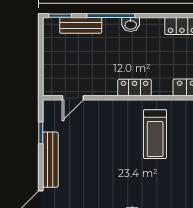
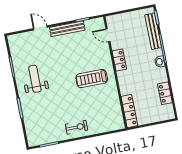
bench: (81, 25) -> (153, 31), width x1.36
locker: (135, 88) -> (119, 60), moved
treadmill: (155, 134) -> (92, 79), moved

